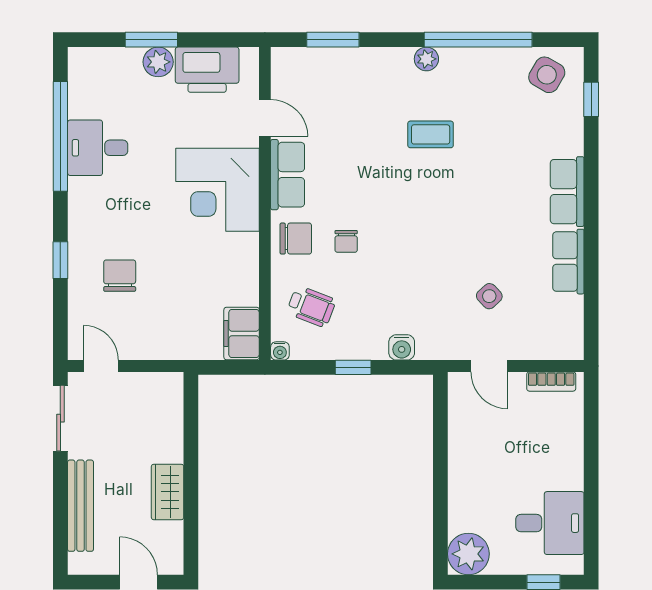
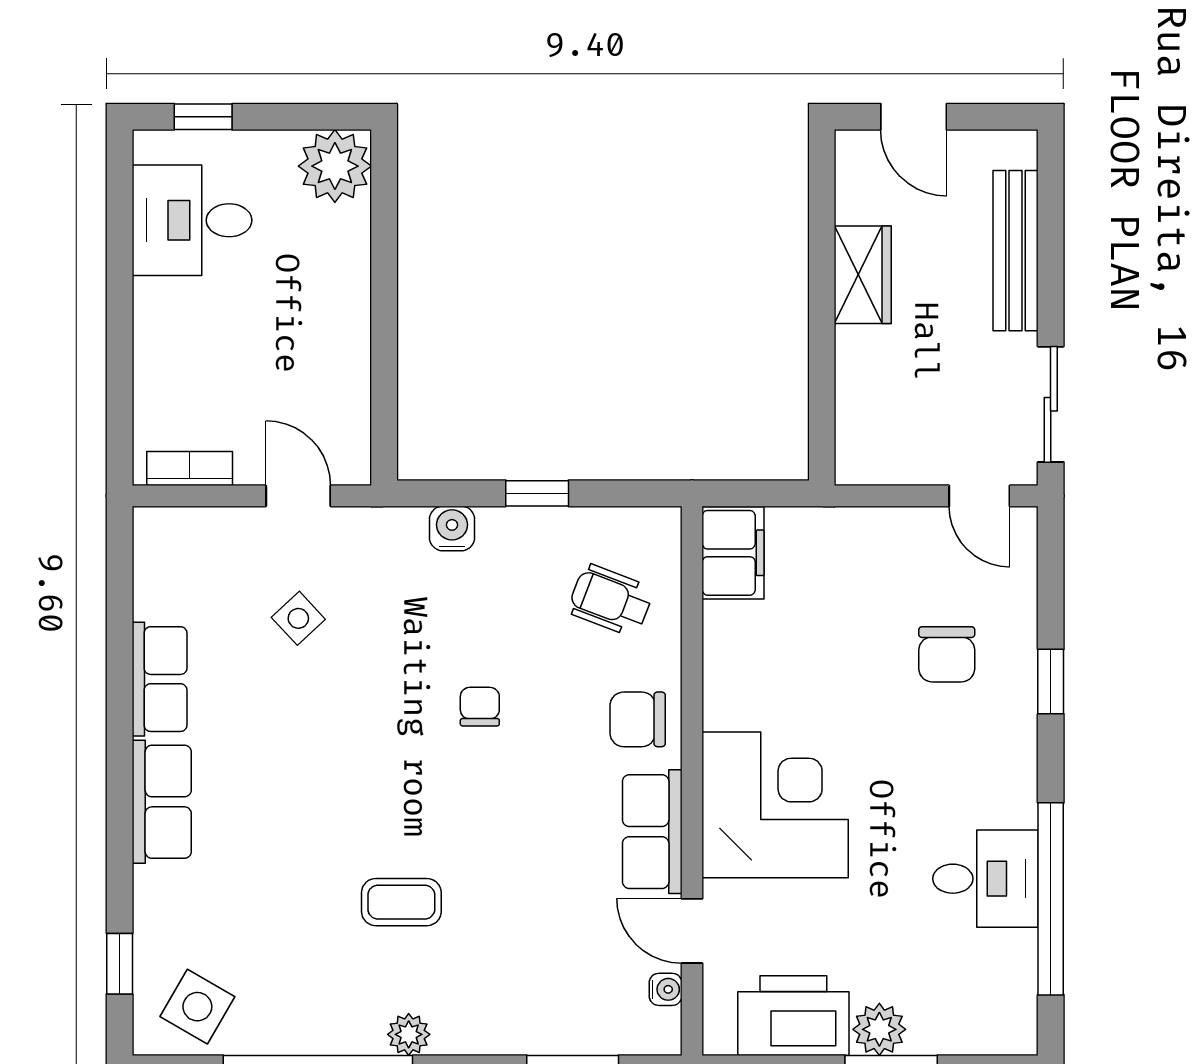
chair: (346, 241) -> (480, 707), moved
water cooler: (280, 351) -> (666, 989), moved, turned 90

